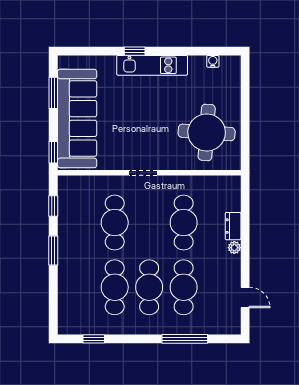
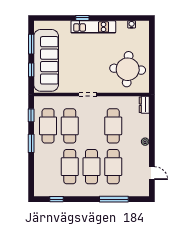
window: (53, 152) -> (31, 70), moved
cafe table: (80, 223) -> (48, 126), added
dresser: (233, 226) -> (144, 105), moved

